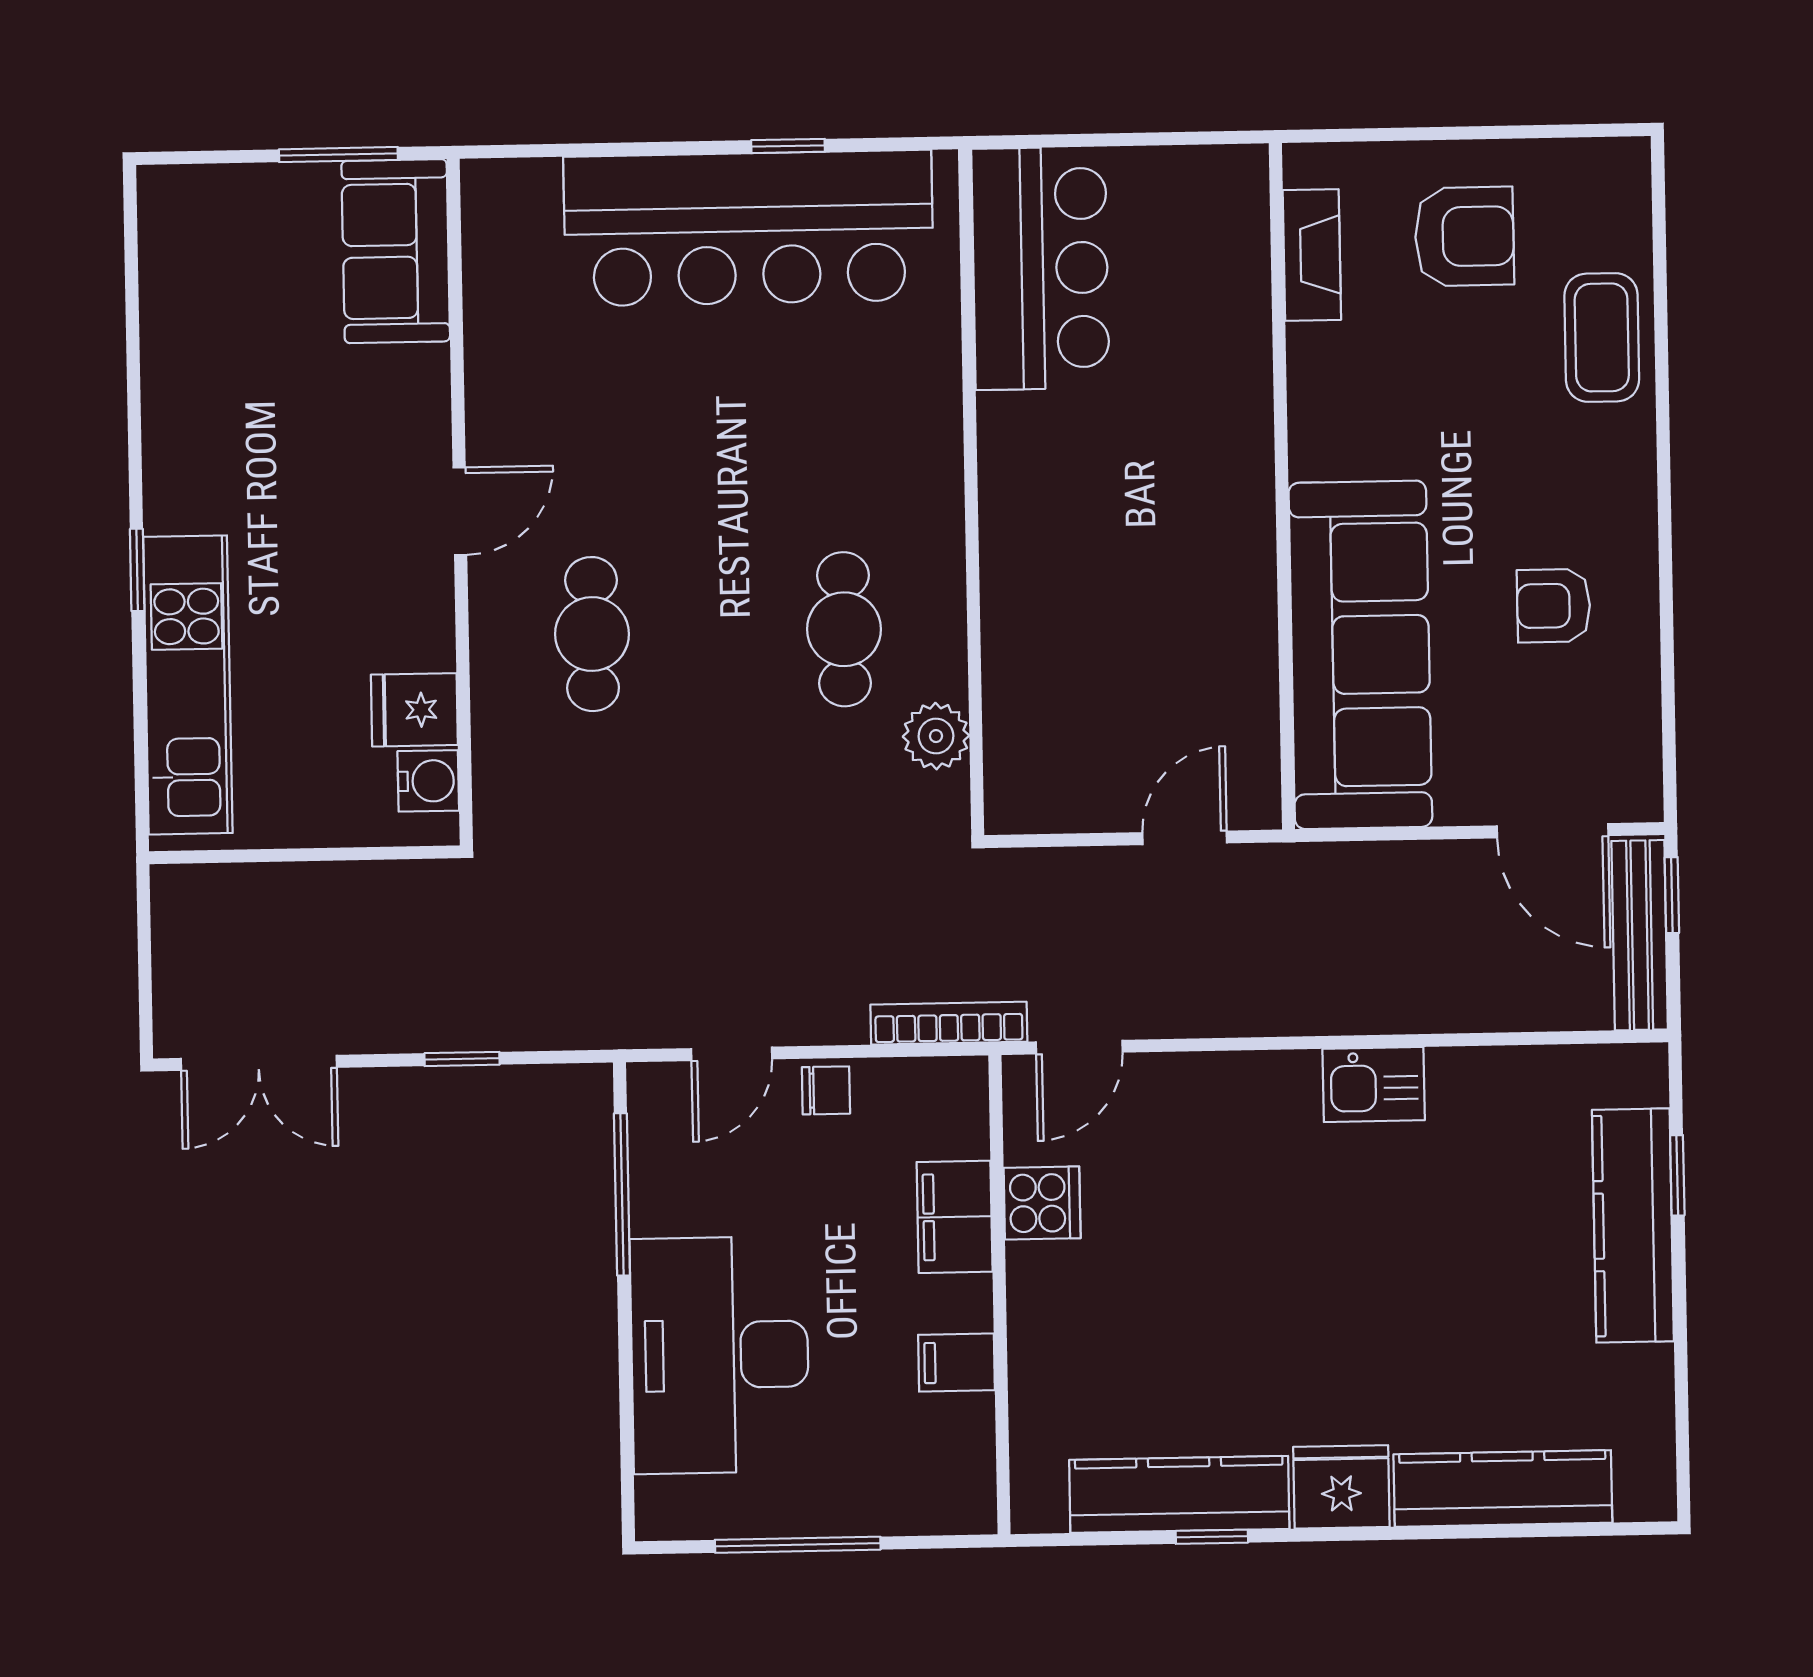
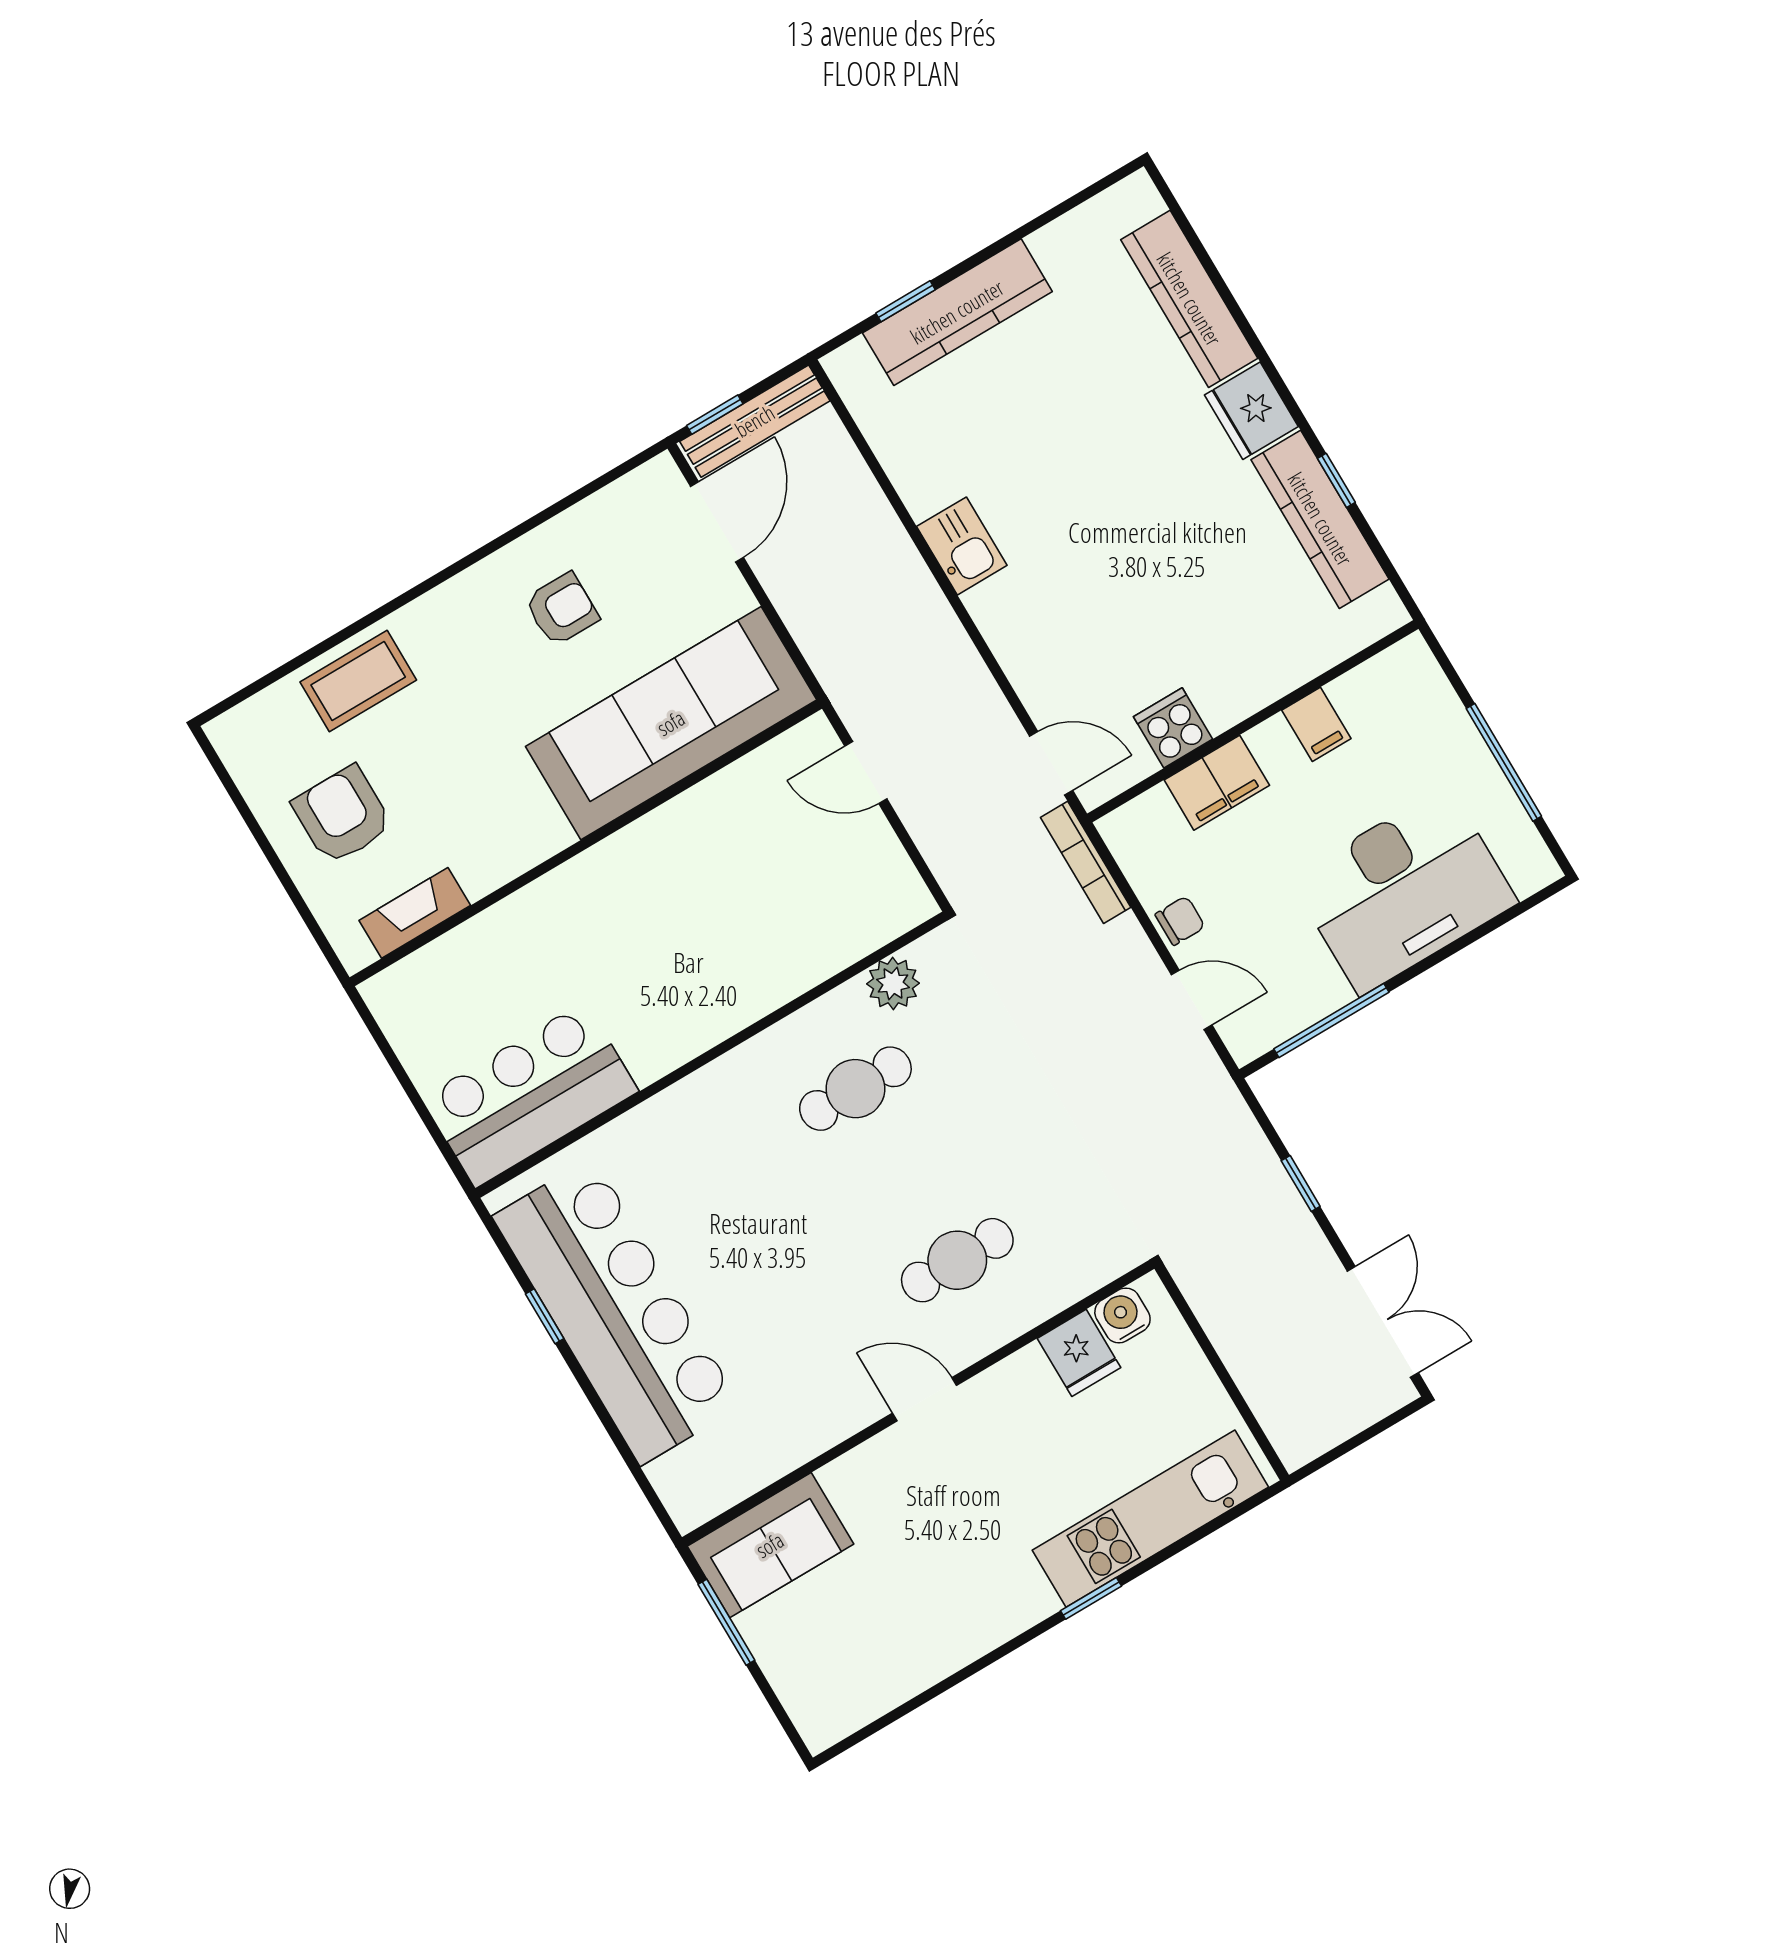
armchair: (1554, 606) -> (562, 609), turned -90
chair: (826, 1090) -> (1180, 921), turned 90

